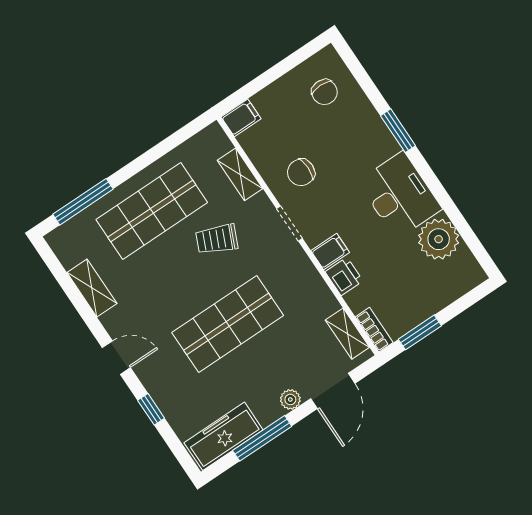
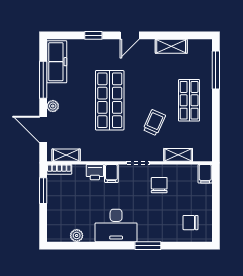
shop shelf: (152, 211) -> (189, 100), width x0.70, depth x0.74
plant: (439, 239) -> (77, 235), width x0.53, depth x0.53

